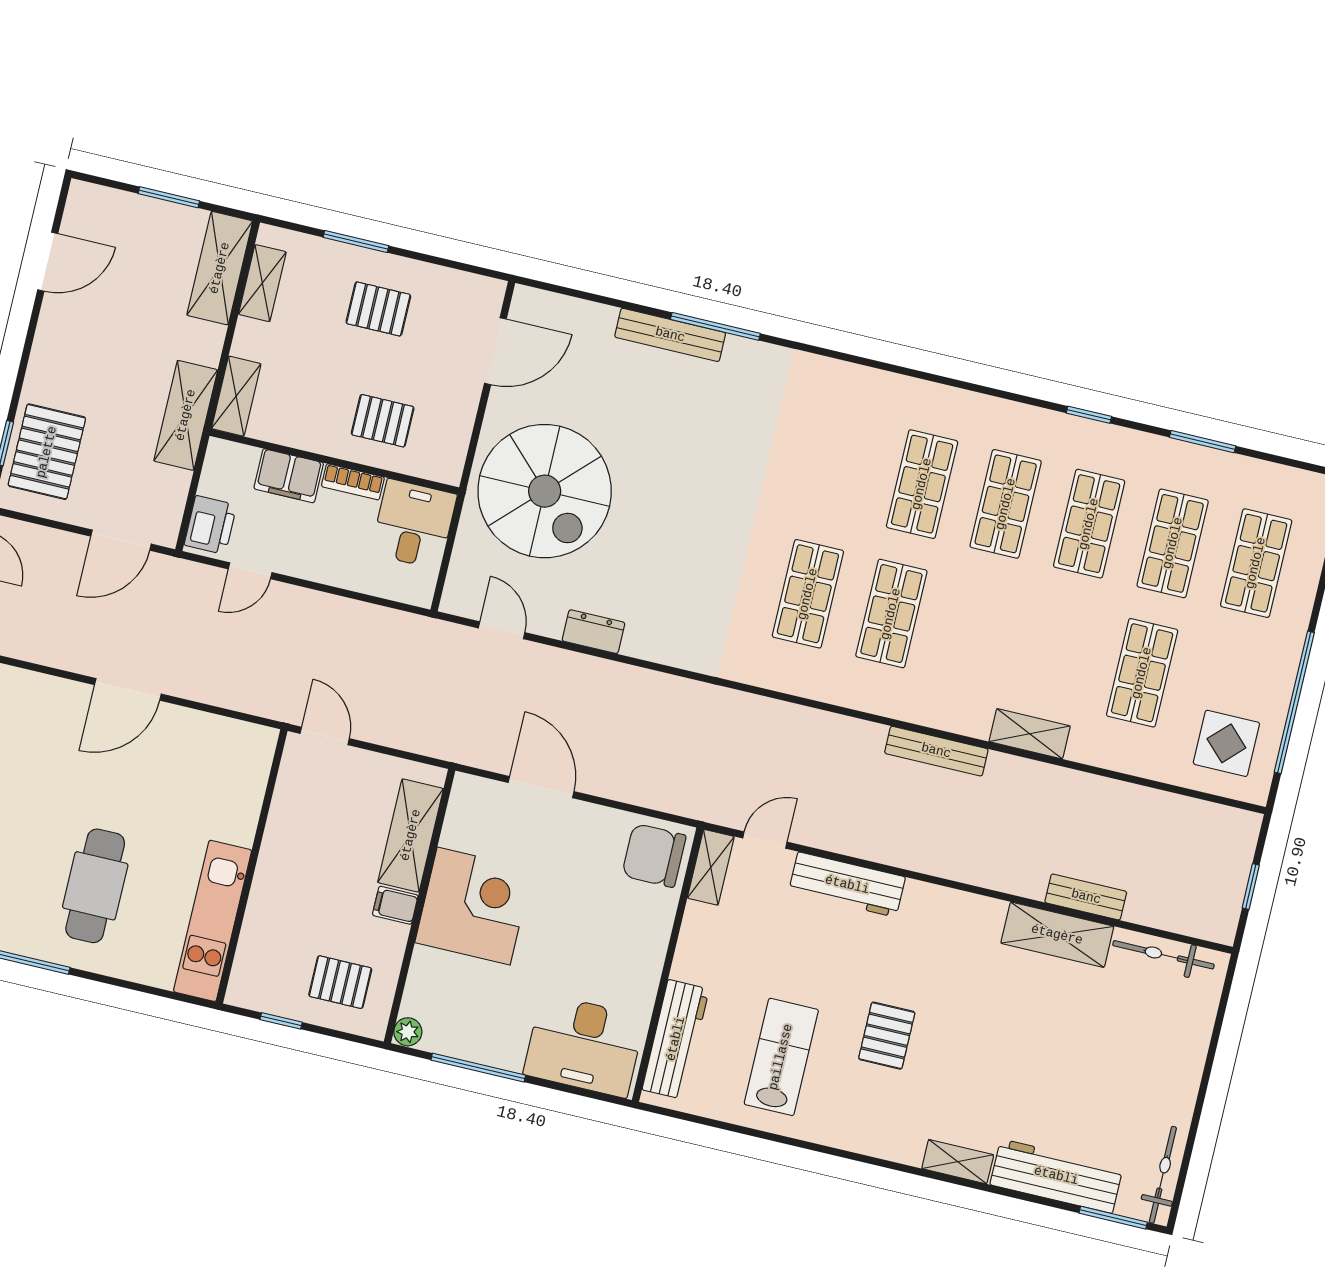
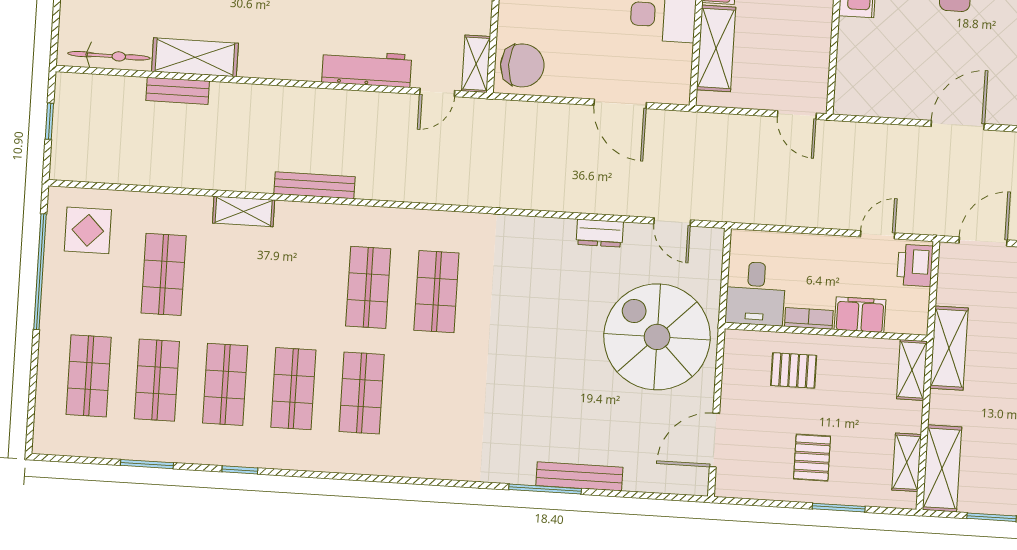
pallet: (378, 309) -> (812, 458), turned 90

